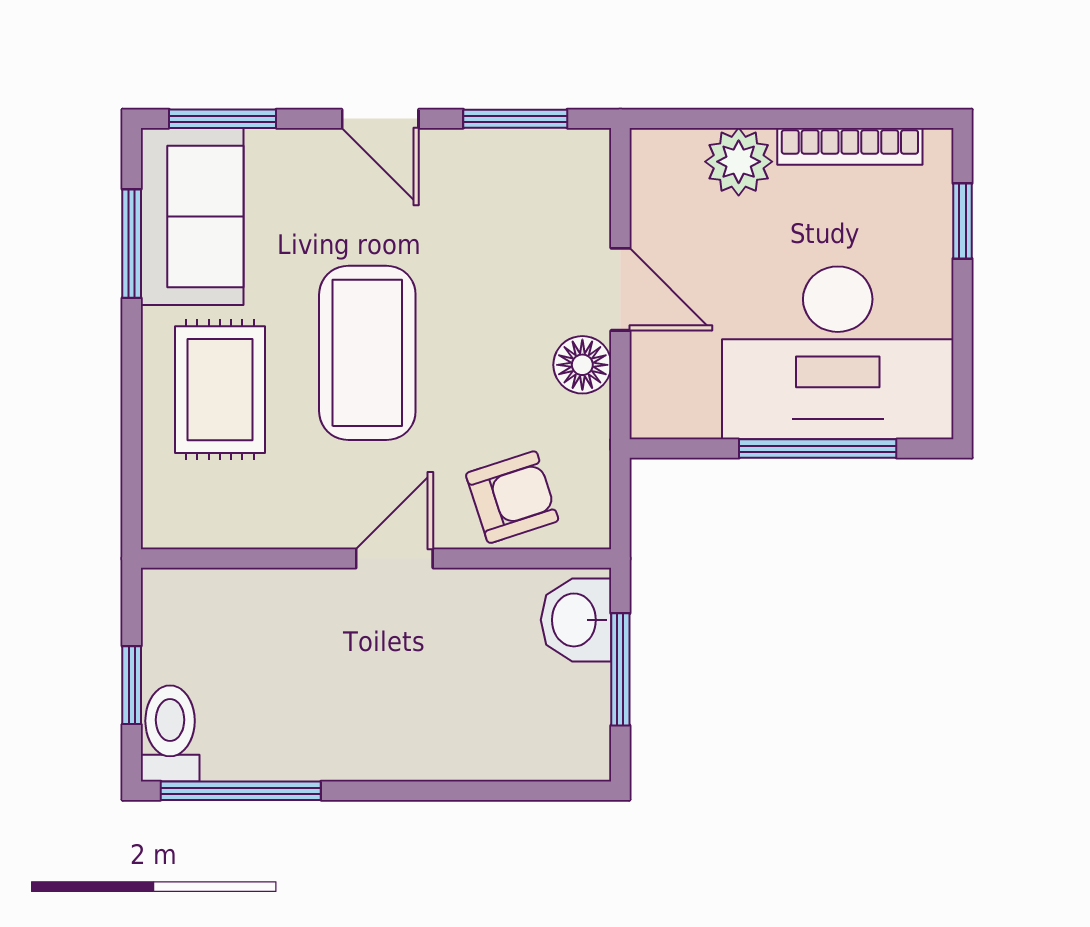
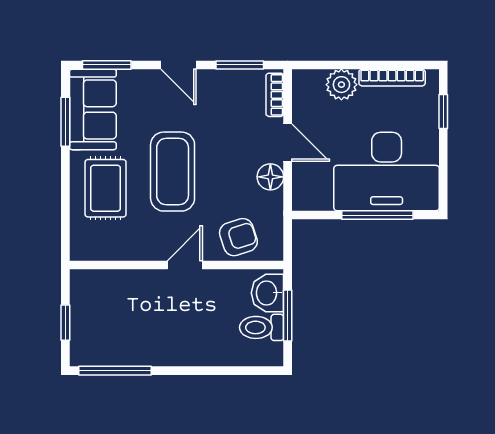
bookcase: (592, 184) -> (275, 95), added
toilet: (170, 733) -> (262, 327), moved, turned -90

